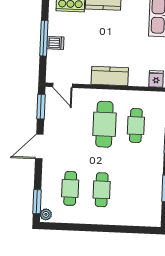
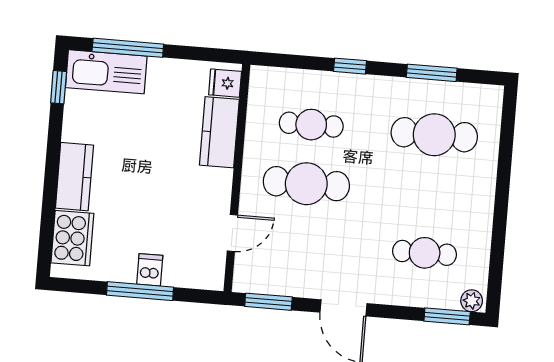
kitchen counter: (110, 76) -> (219, 132), moved
door: (63, 85) -> (232, 233), moved
cafe table: (102, 190) -> (434, 135), moved, width x1.37, depth x1.35

